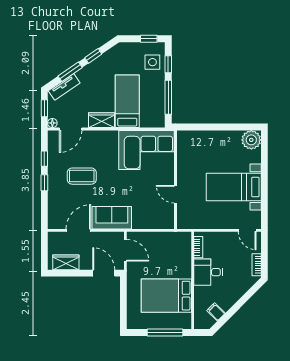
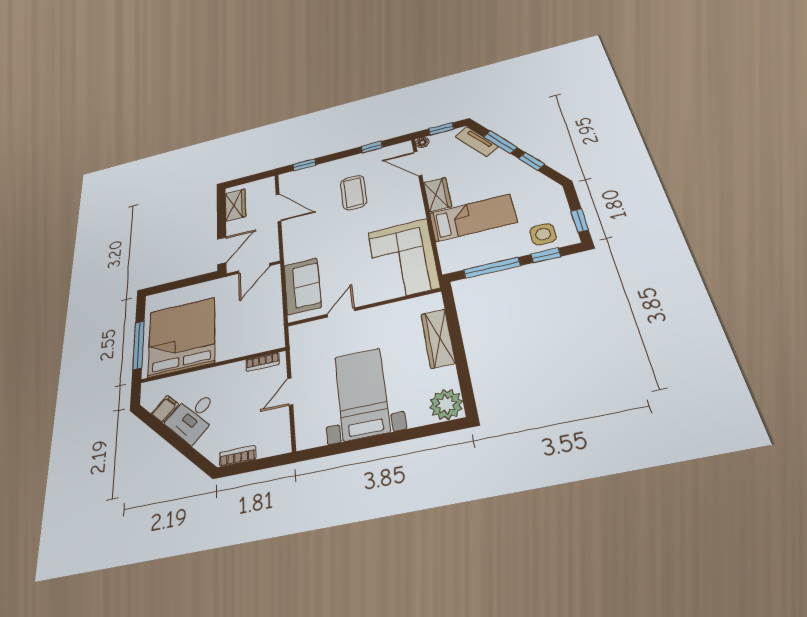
wardrobe: (209, 138) -> (438, 338), added
window: (44, 183) -> (304, 165), moved
sofa: (112, 218) -> (302, 286), moved
door: (247, 230) -> (290, 392), moved
desk: (208, 272) -> (193, 417), moved, turned -135
bed: (166, 296) -> (182, 337), width x1.36

